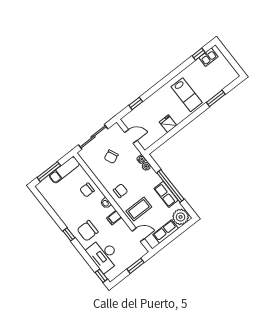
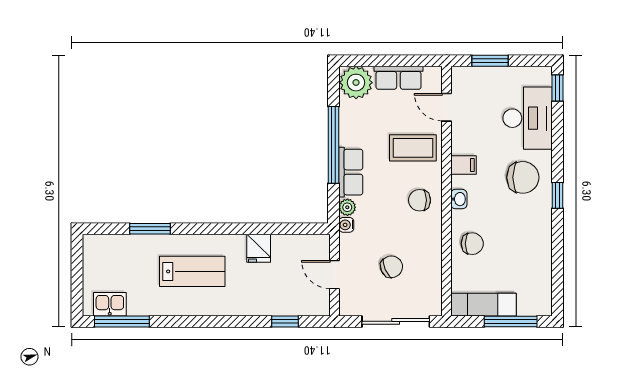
window: (199, 54) -> (122, 321), width x2.17
lab bench: (187, 95) -> (192, 271), turned 90
row of seats: (166, 194) -> (351, 172), moved

